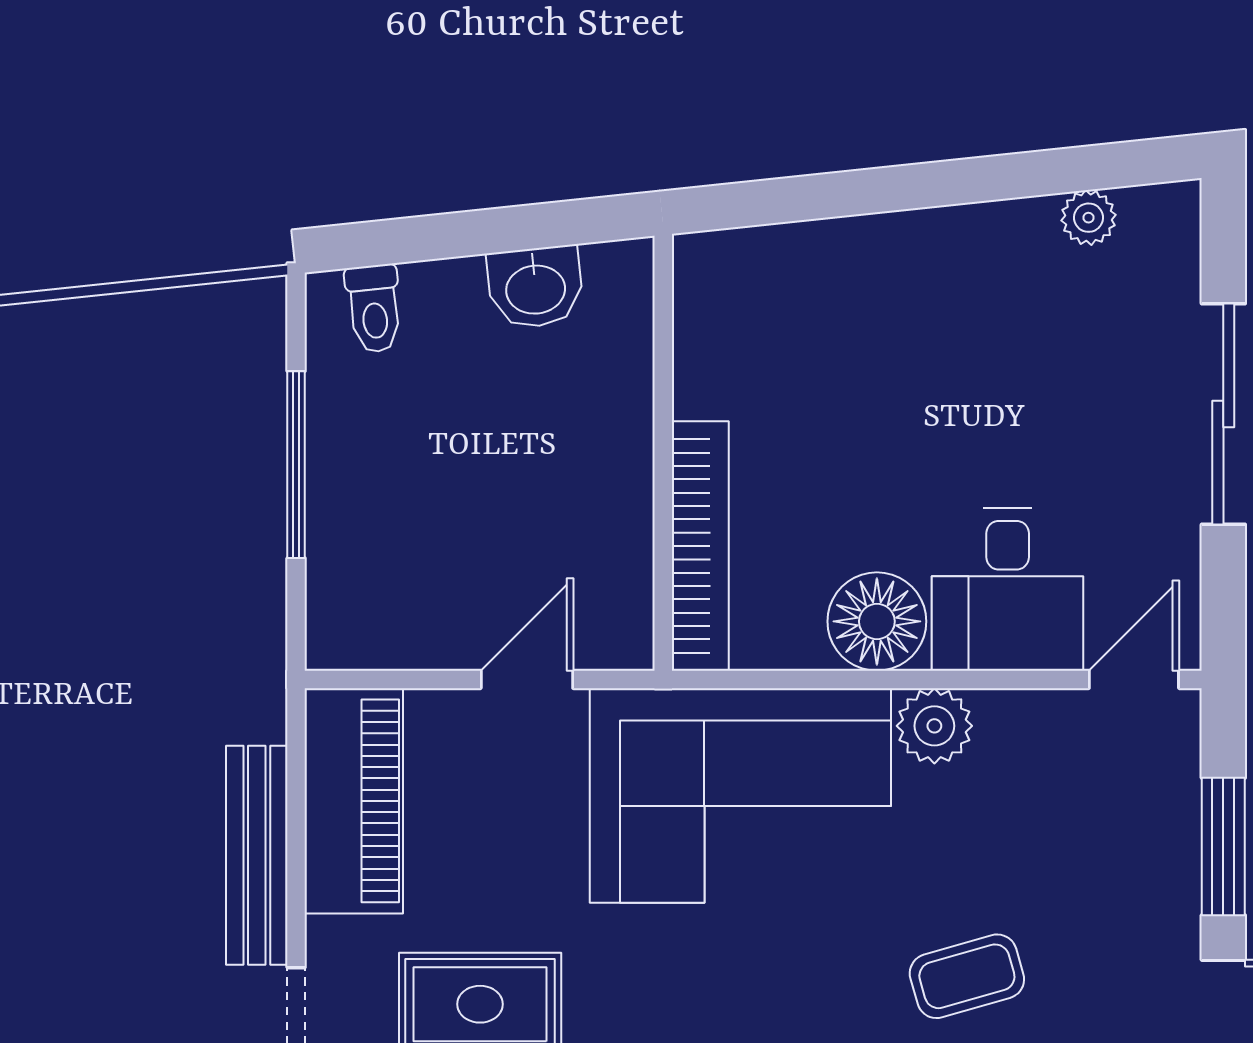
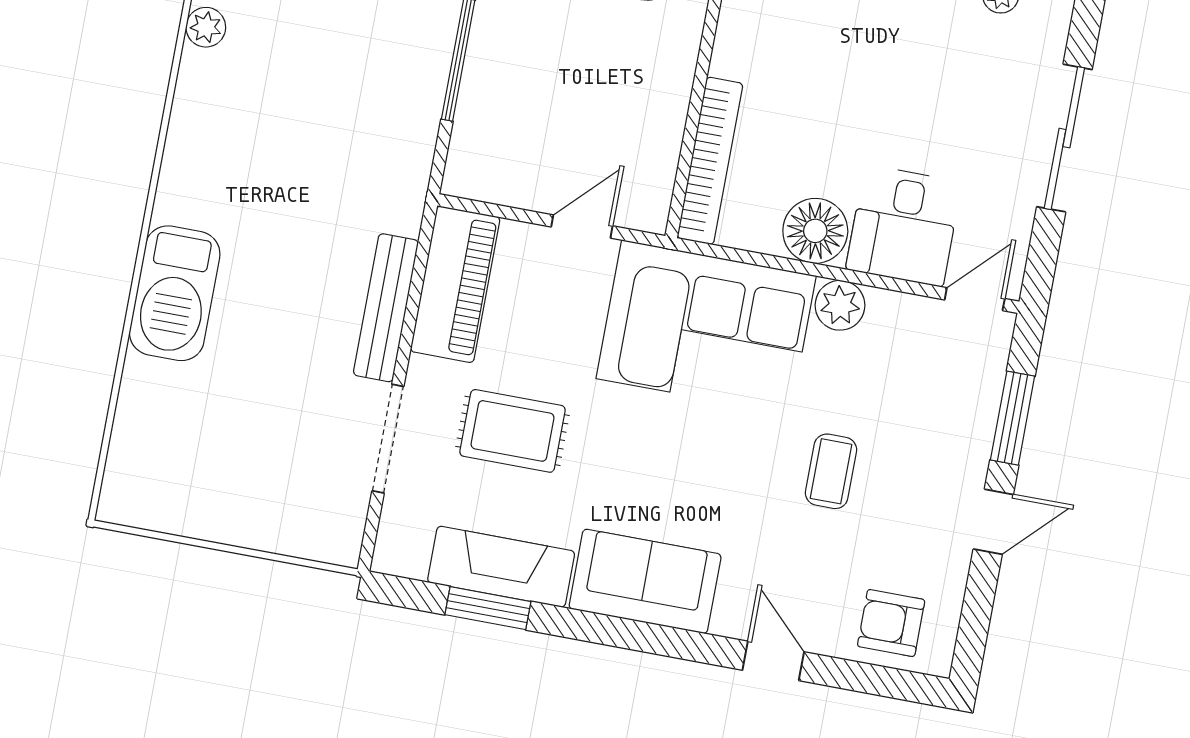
coffee table: (967, 976) -> (831, 471), turned -74

